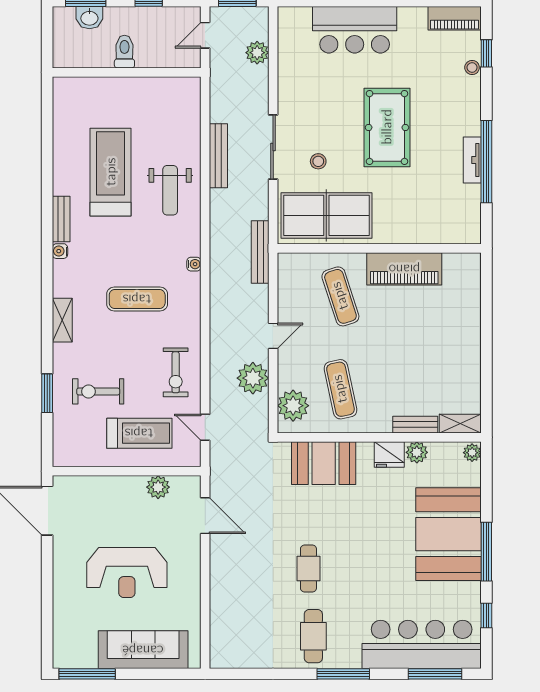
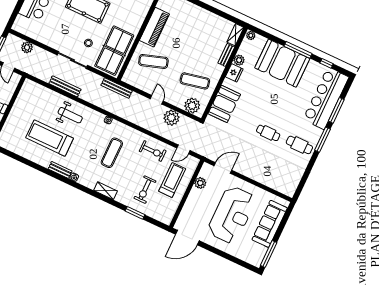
reception desk: (127, 572) -> (232, 215), width x1.36, depth x1.30
window: (435, 674) -> (336, 110), moved

